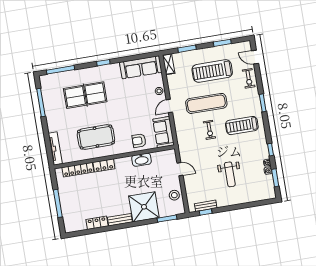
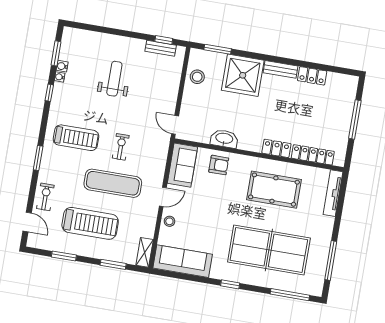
table tennis table: (85, 95) -> (269, 250), width x1.36, depth x1.32
door: (180, 169) -> (175, 125), moved

